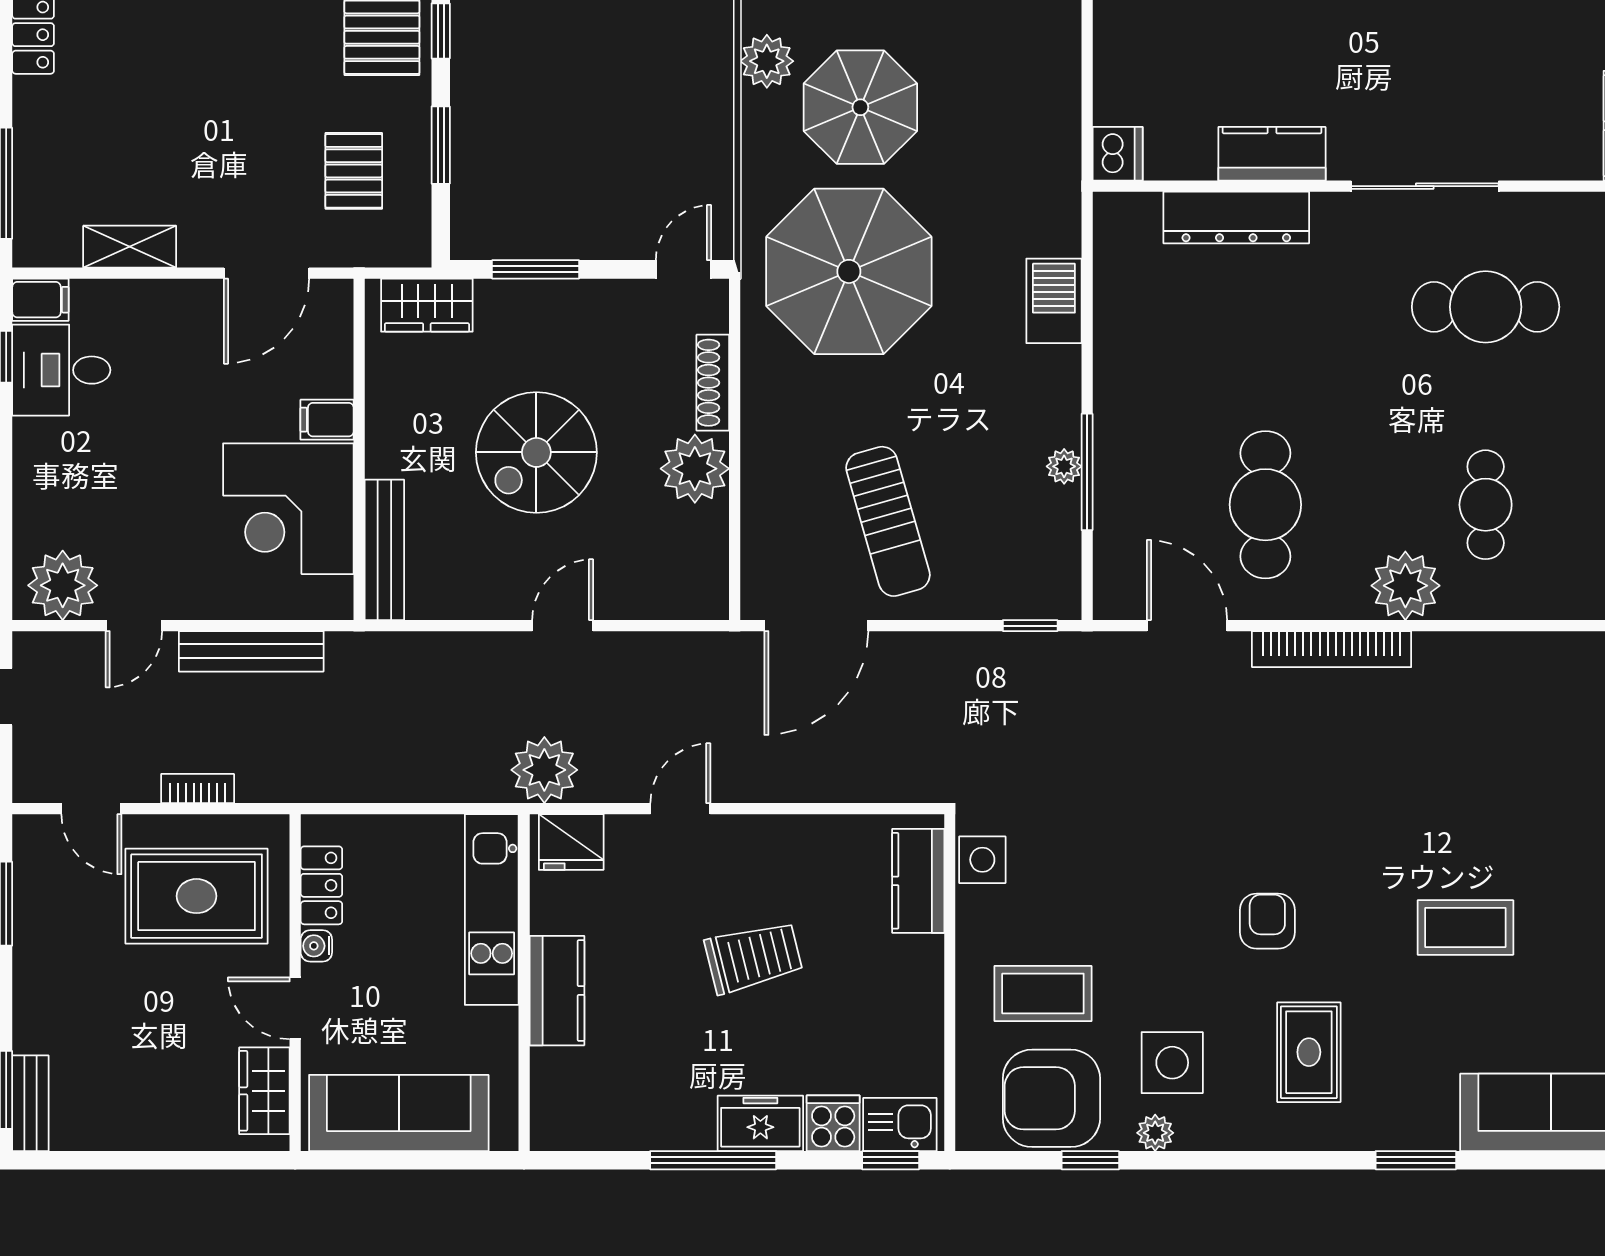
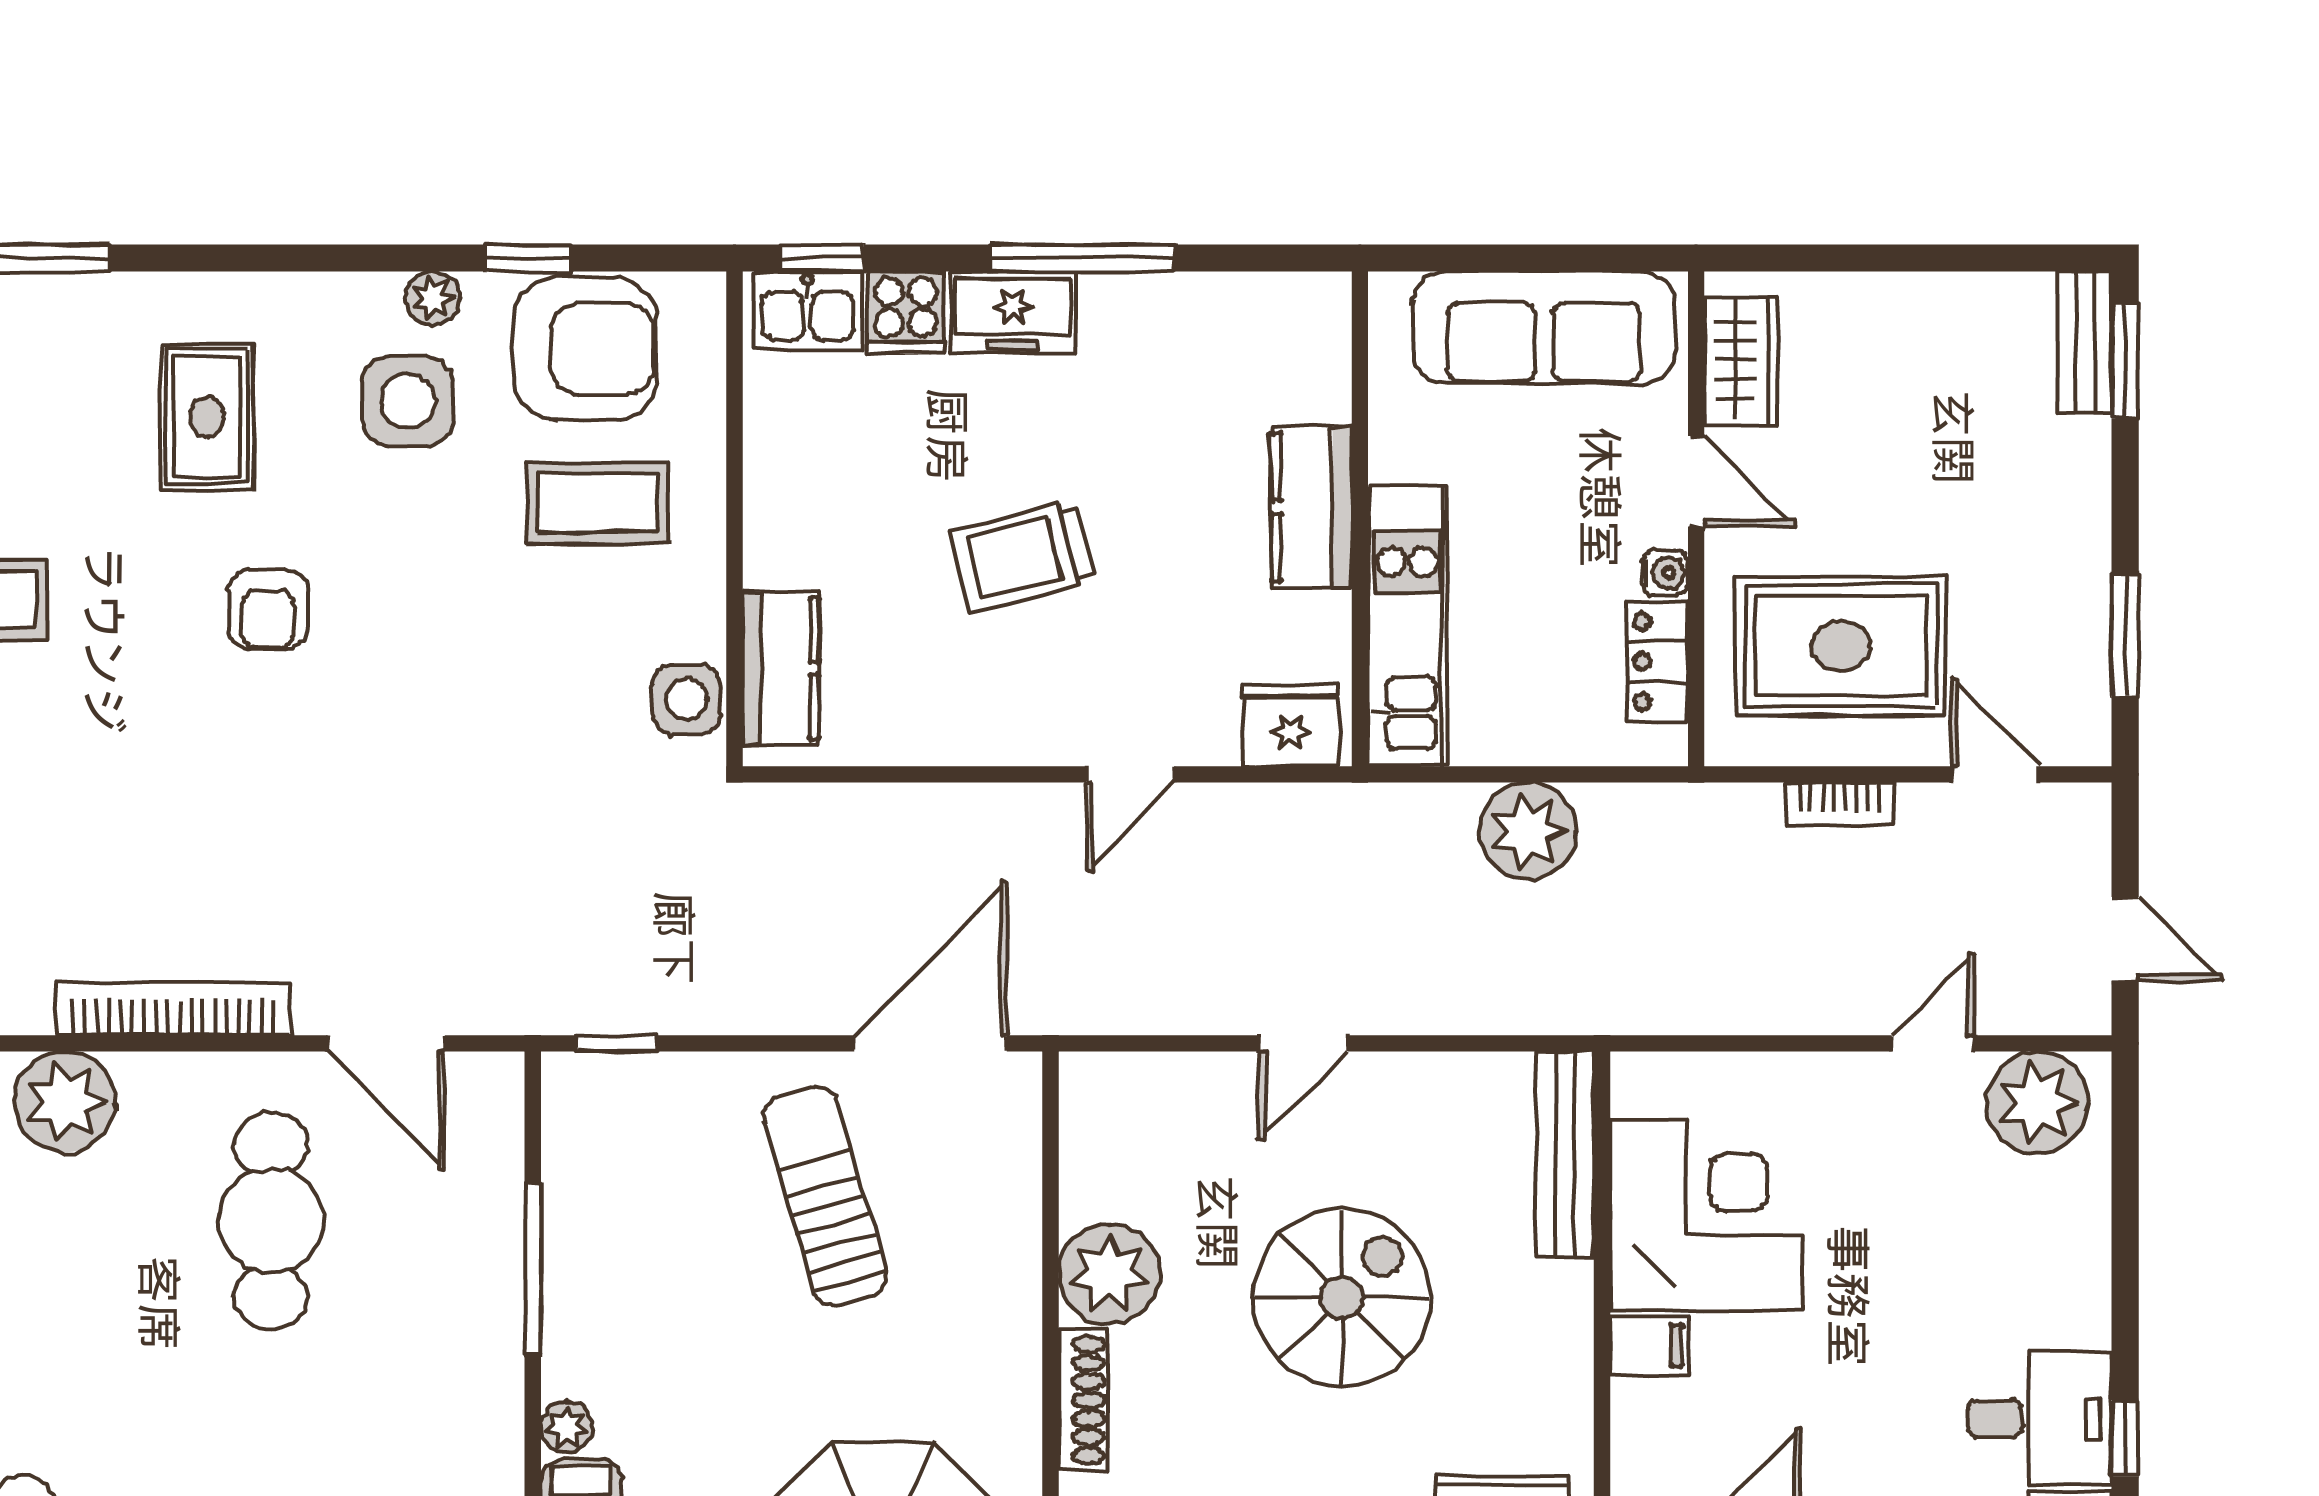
plant: (1064, 466) -> (567, 1427), moved
bench: (251, 651) -> (1761, 1006), removed
plant: (544, 770) -> (1528, 831), moved

